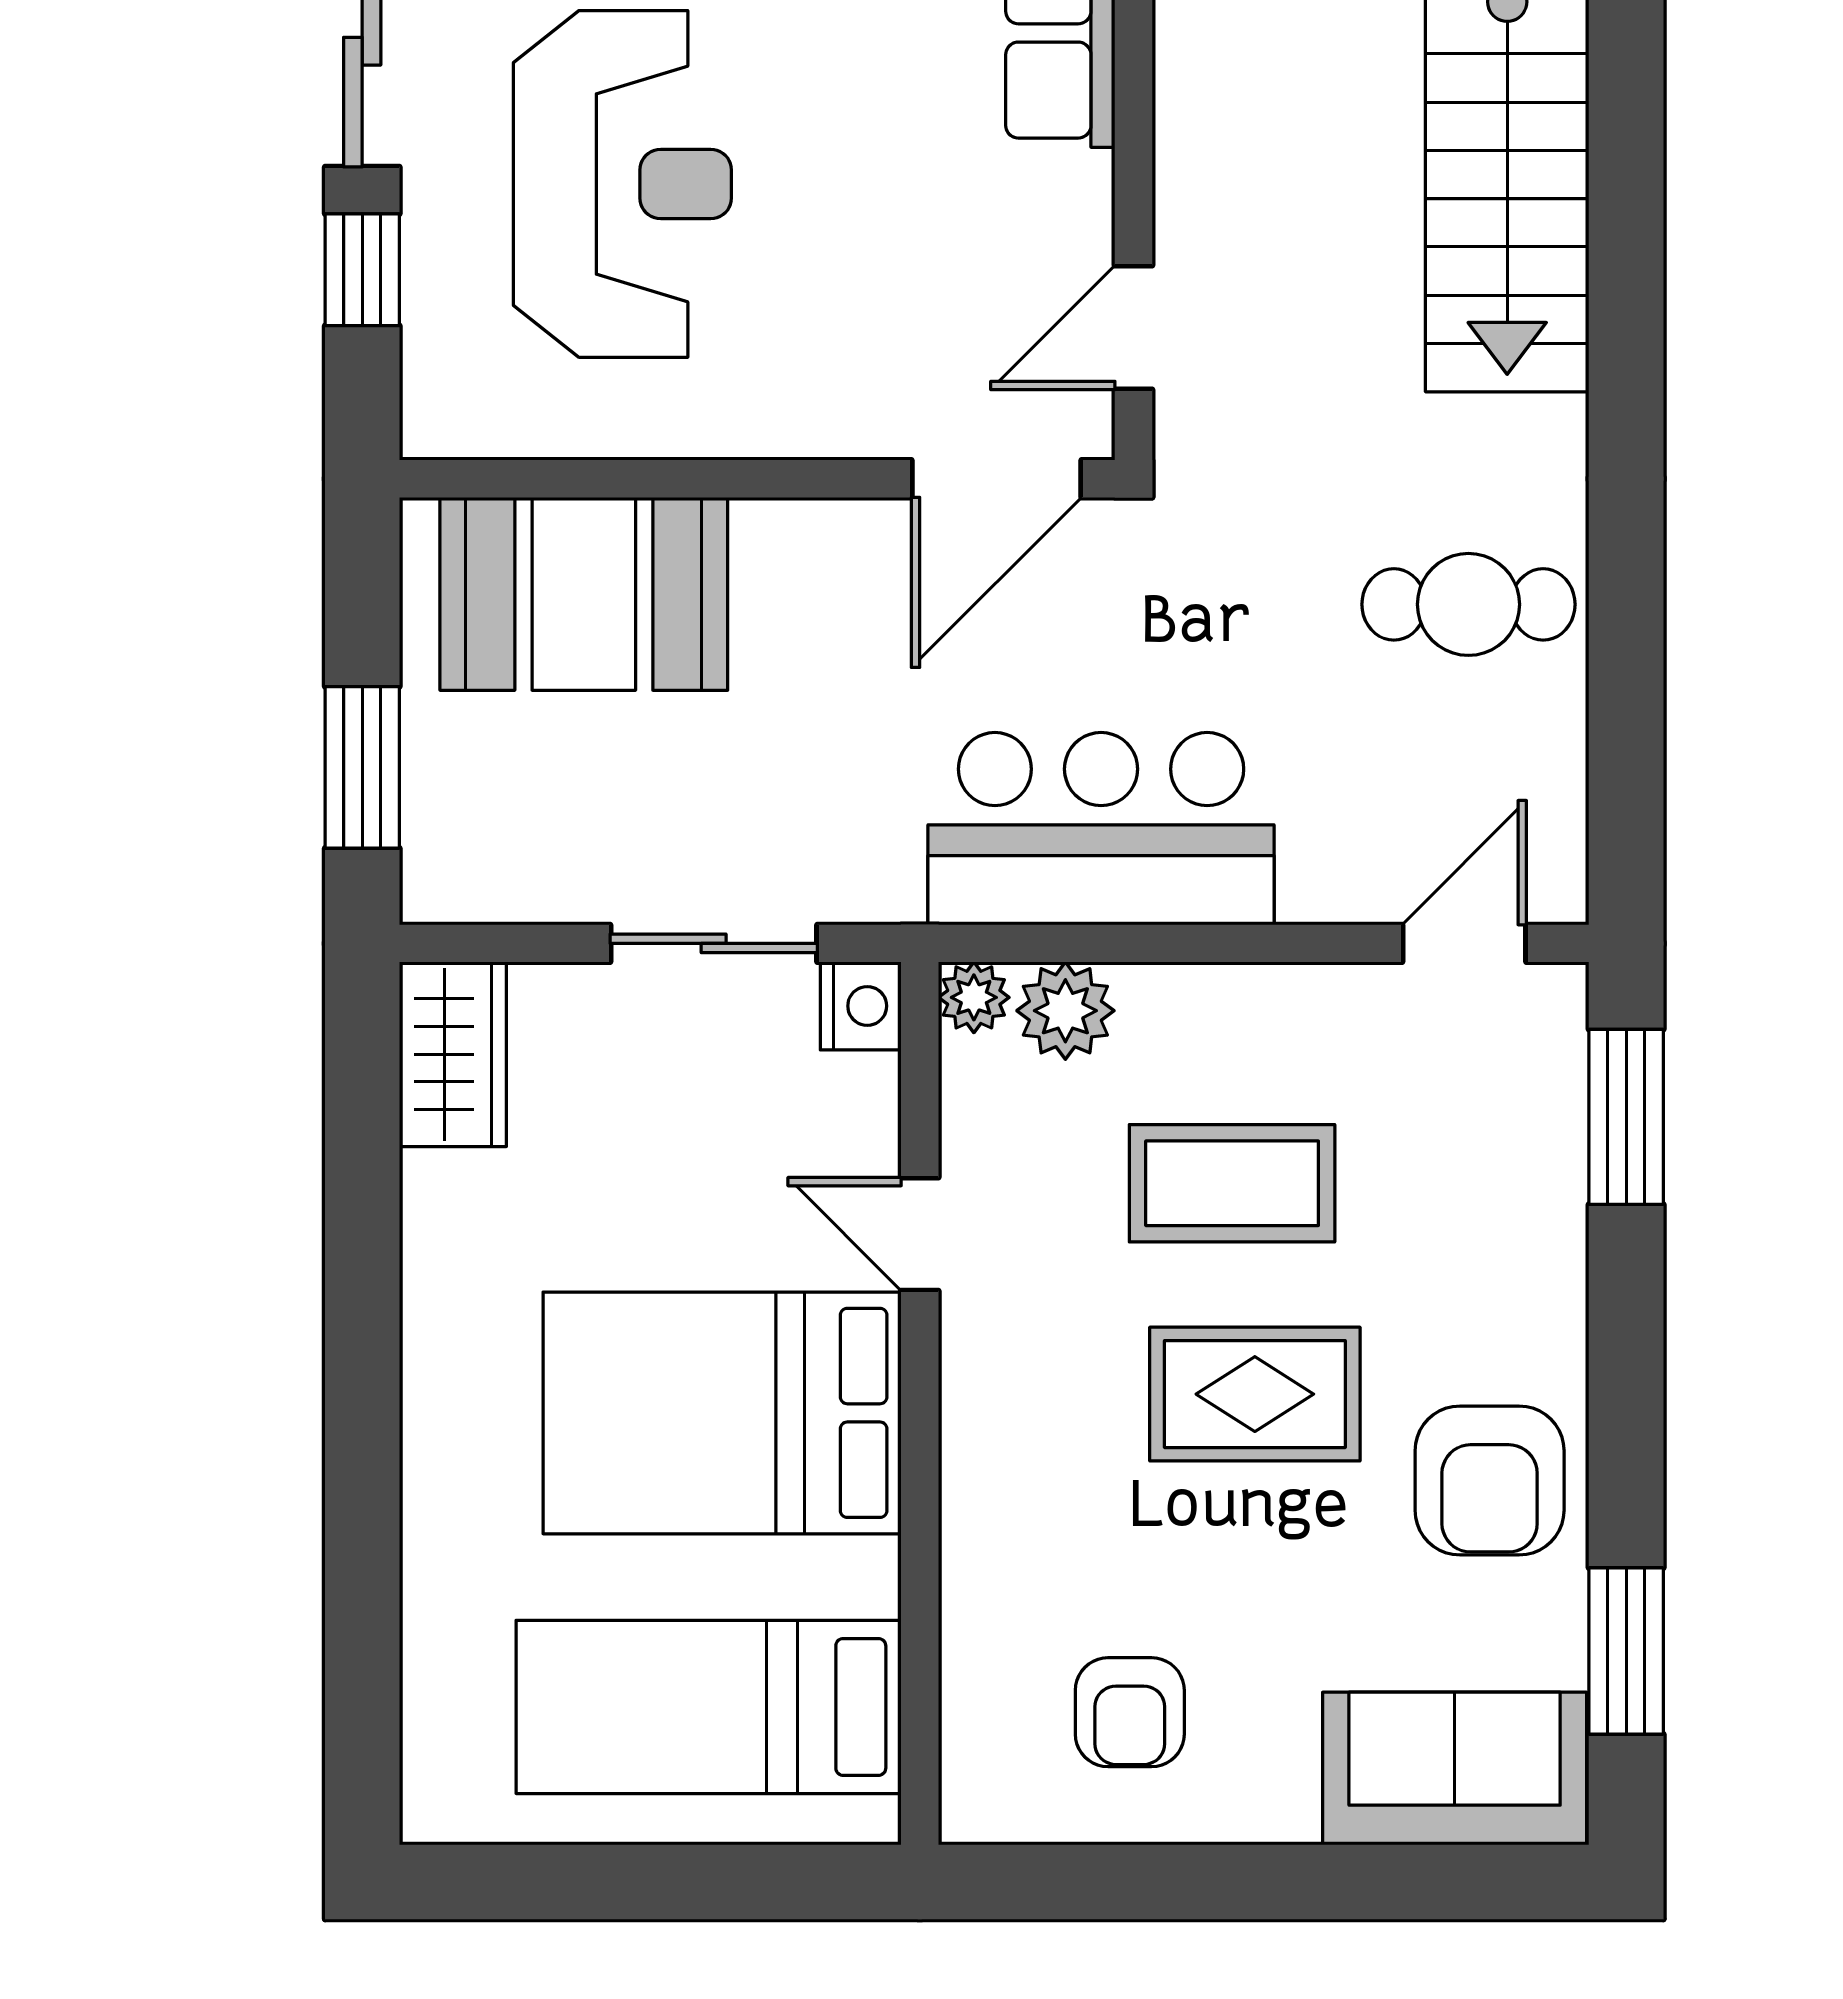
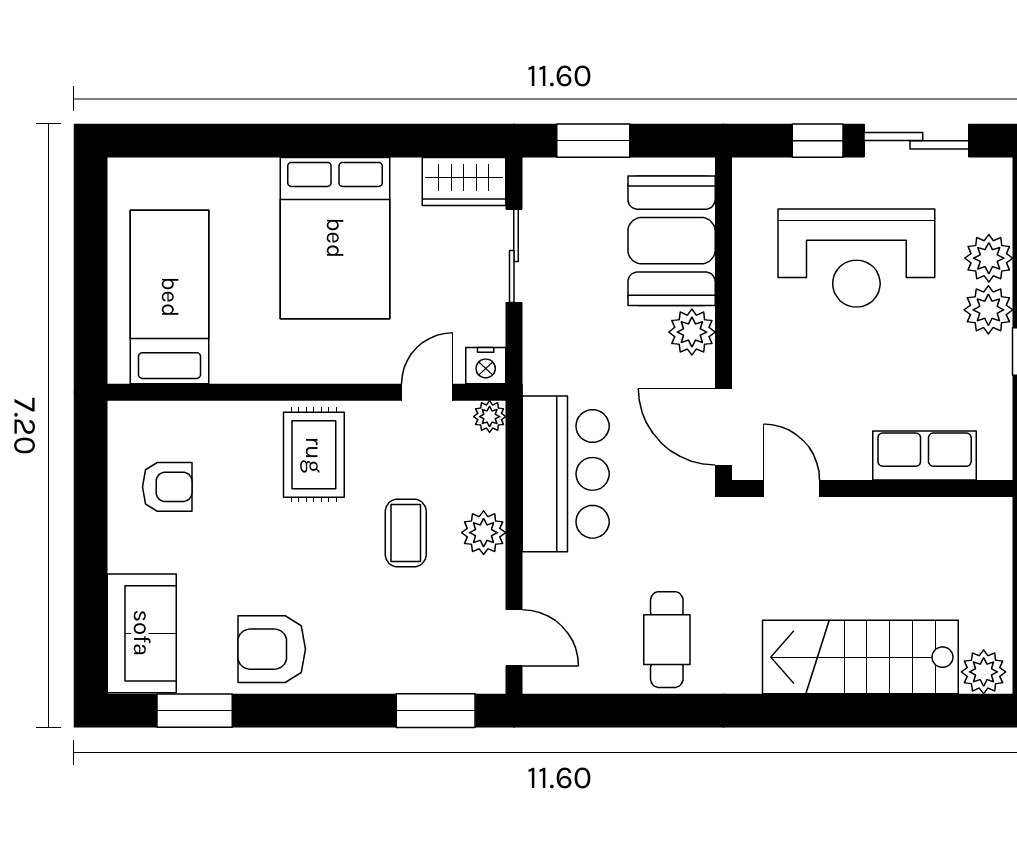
plant: (786, 549) -> (692, 332), added
sliding door: (714, 943) -> (514, 256), moved
plant: (1065, 1011) -> (484, 533), moved
coffee table: (1232, 1183) -> (406, 533), width x0.73, depth x0.77
door: (920, 1234) -> (427, 392), moved
rug: (1255, 1394) -> (314, 455), moved
bed: (722, 1413) -> (335, 238), moved, turned 180
armchair: (1130, 1712) -> (167, 487), turned 180

